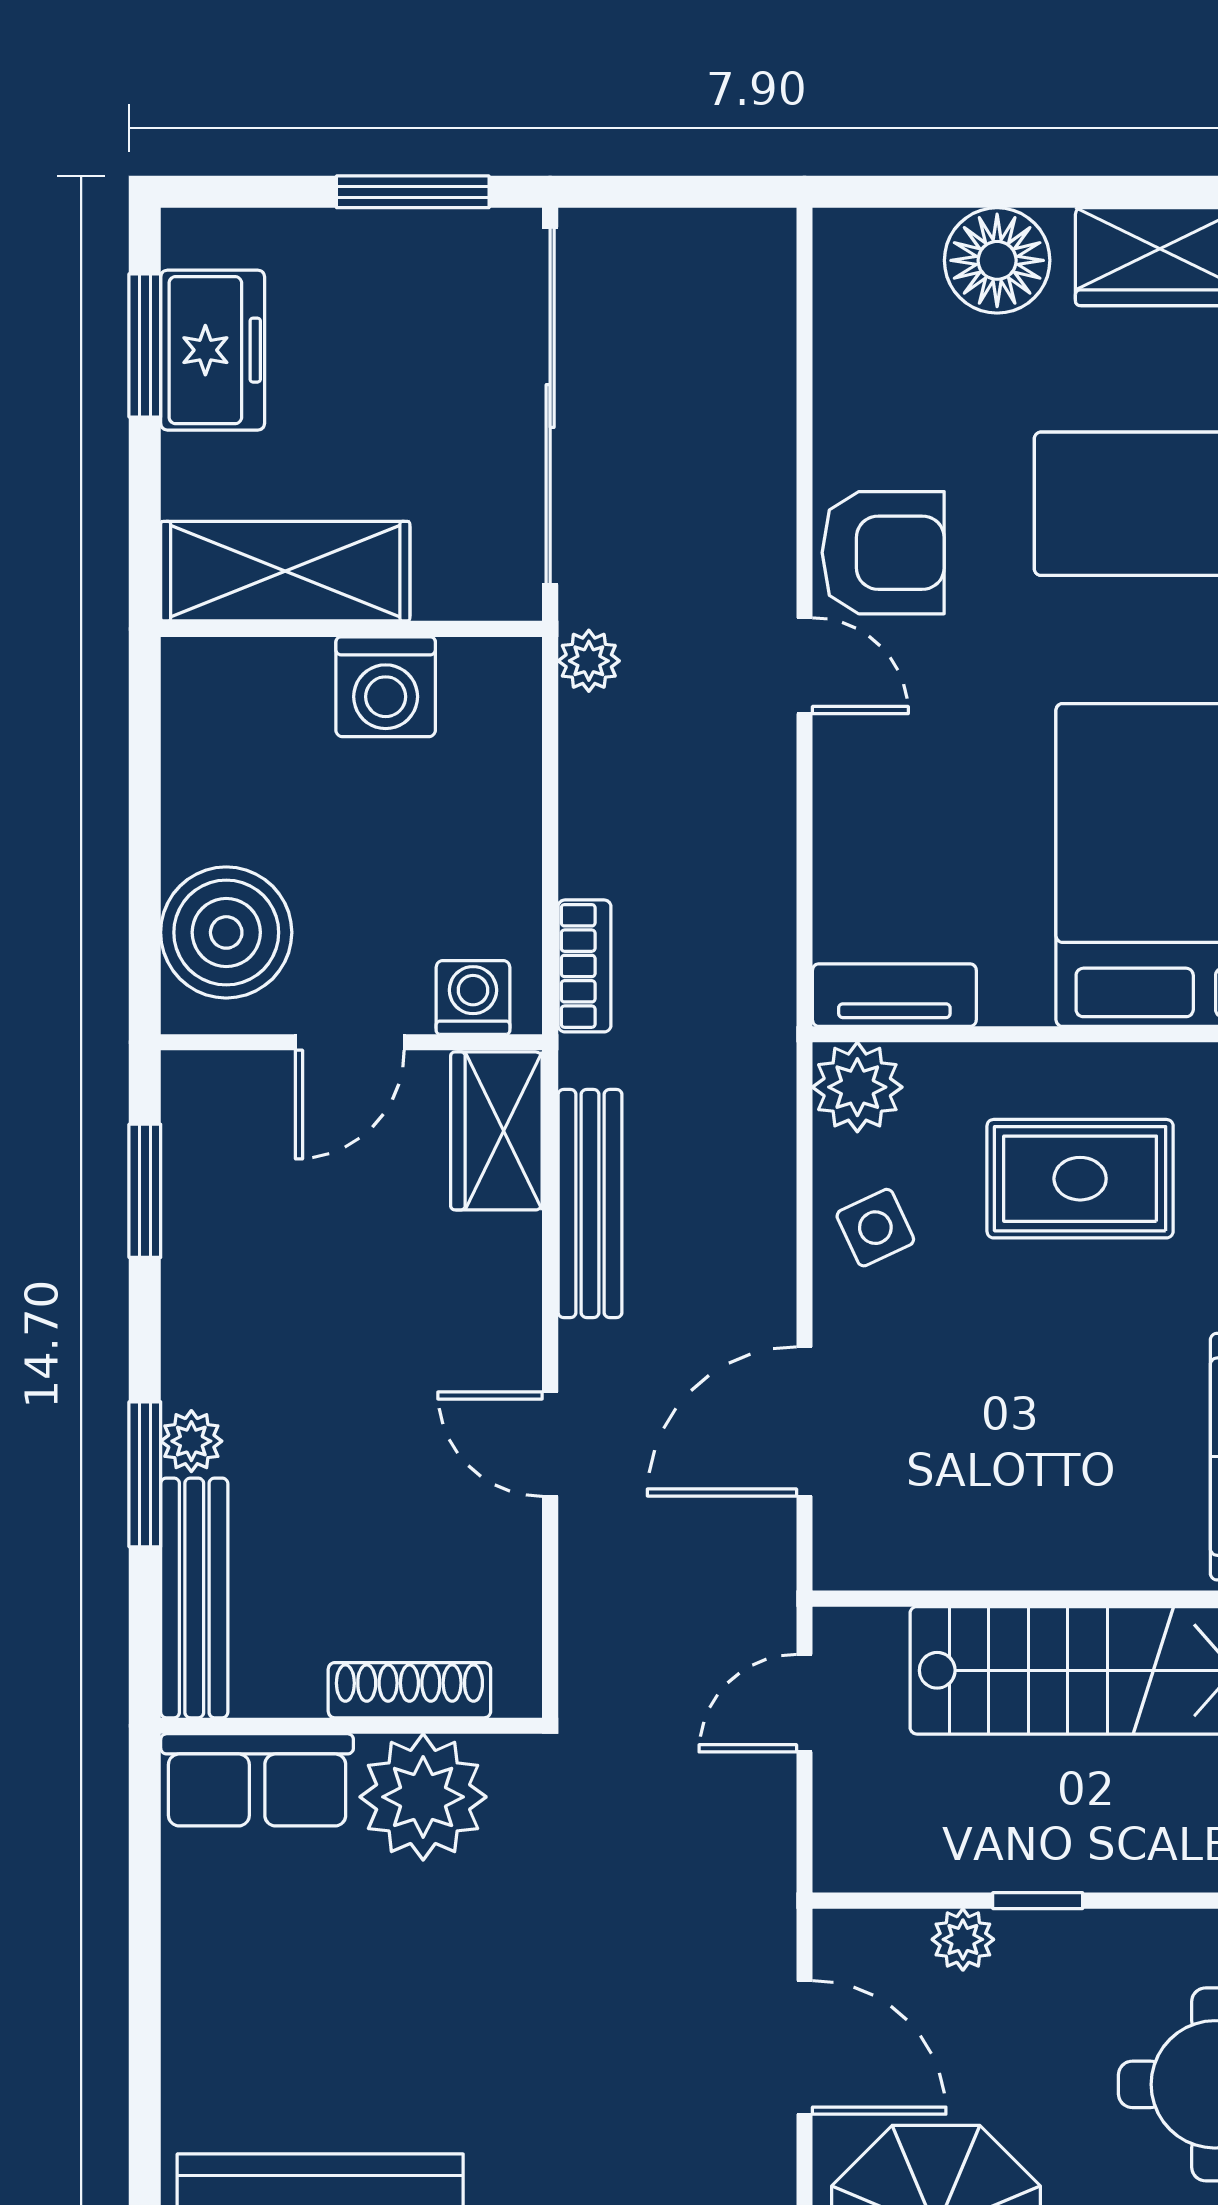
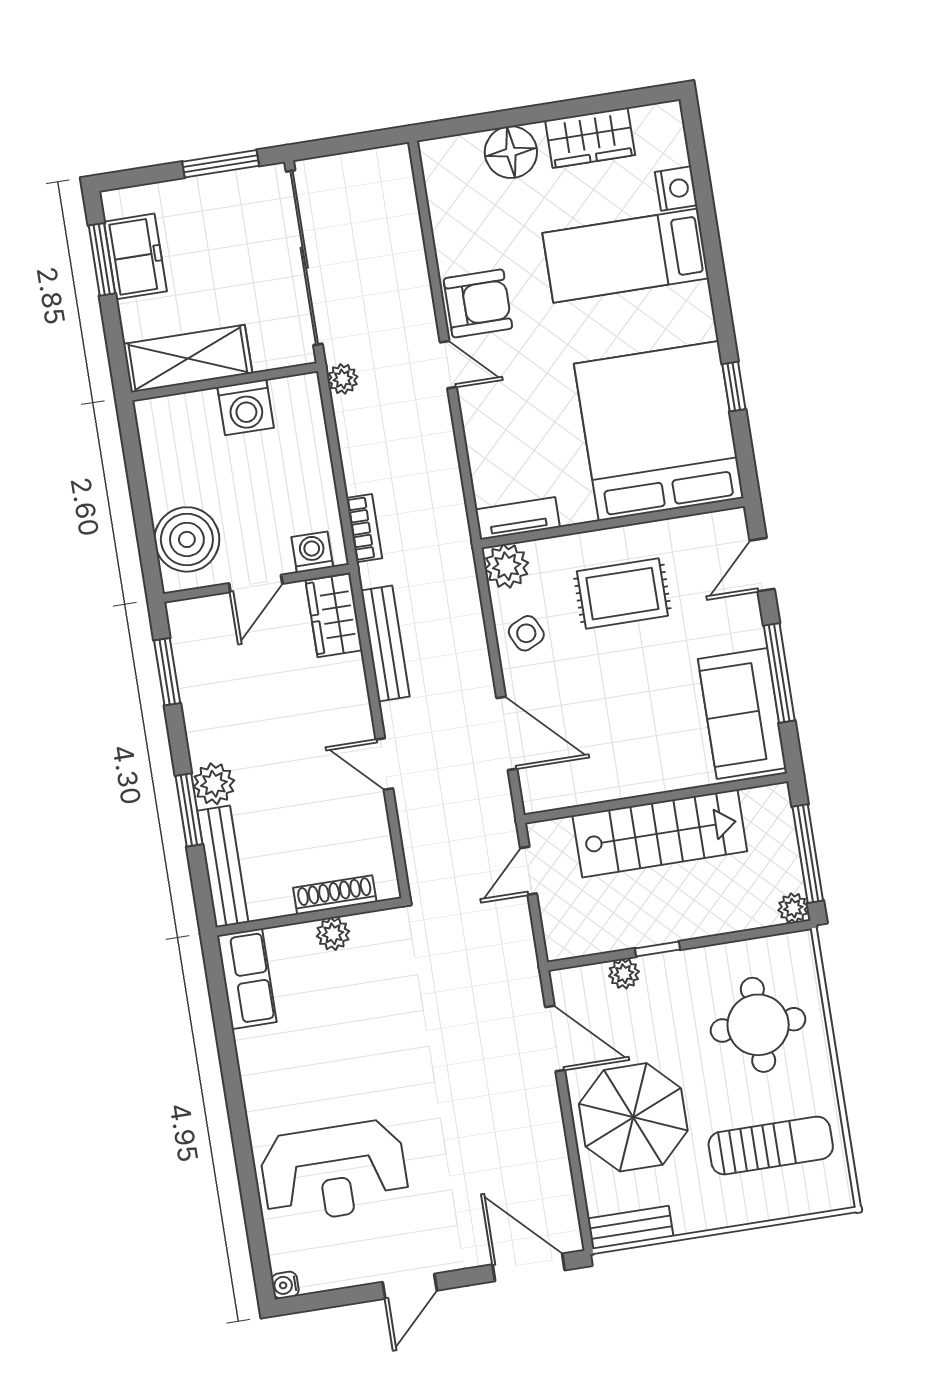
door: (804, 1422) -> (507, 733), swing flipped
plant: (191, 1441) -> (214, 784), width x1.38, depth x1.38
row of seats: (257, 1780) -> (247, 979), moved, turned -90
plant: (423, 1797) -> (333, 934), width x0.53, depth x0.53

